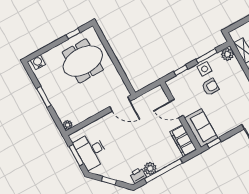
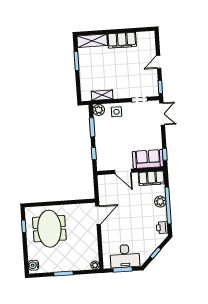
side table: (205, 69) -> (116, 112), moved
armchair: (210, 87) -> (118, 136), removed
door: (176, 108) -> (123, 171), hinge flipped
plant: (150, 168) -> (160, 202), moved

